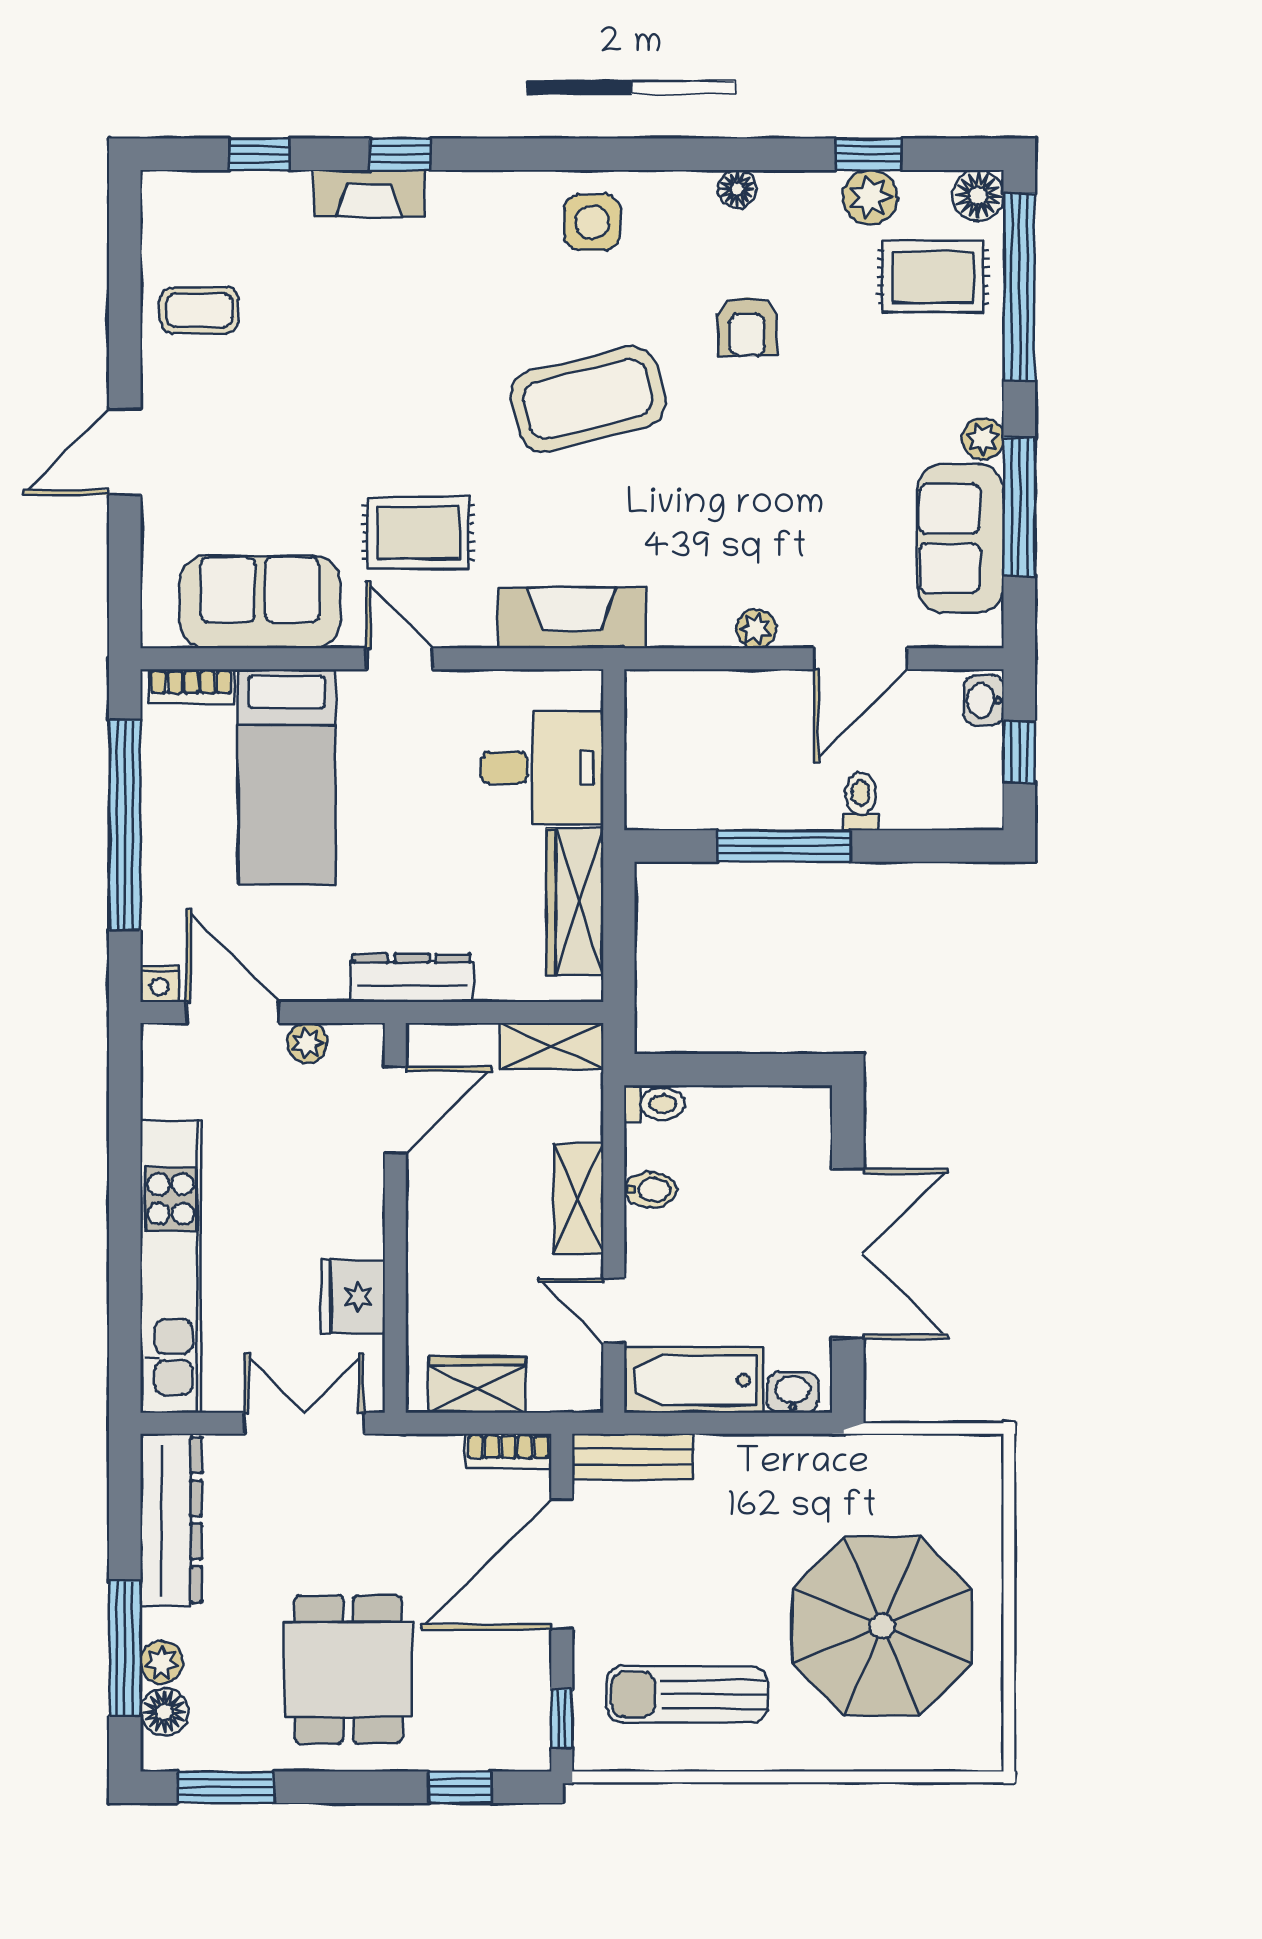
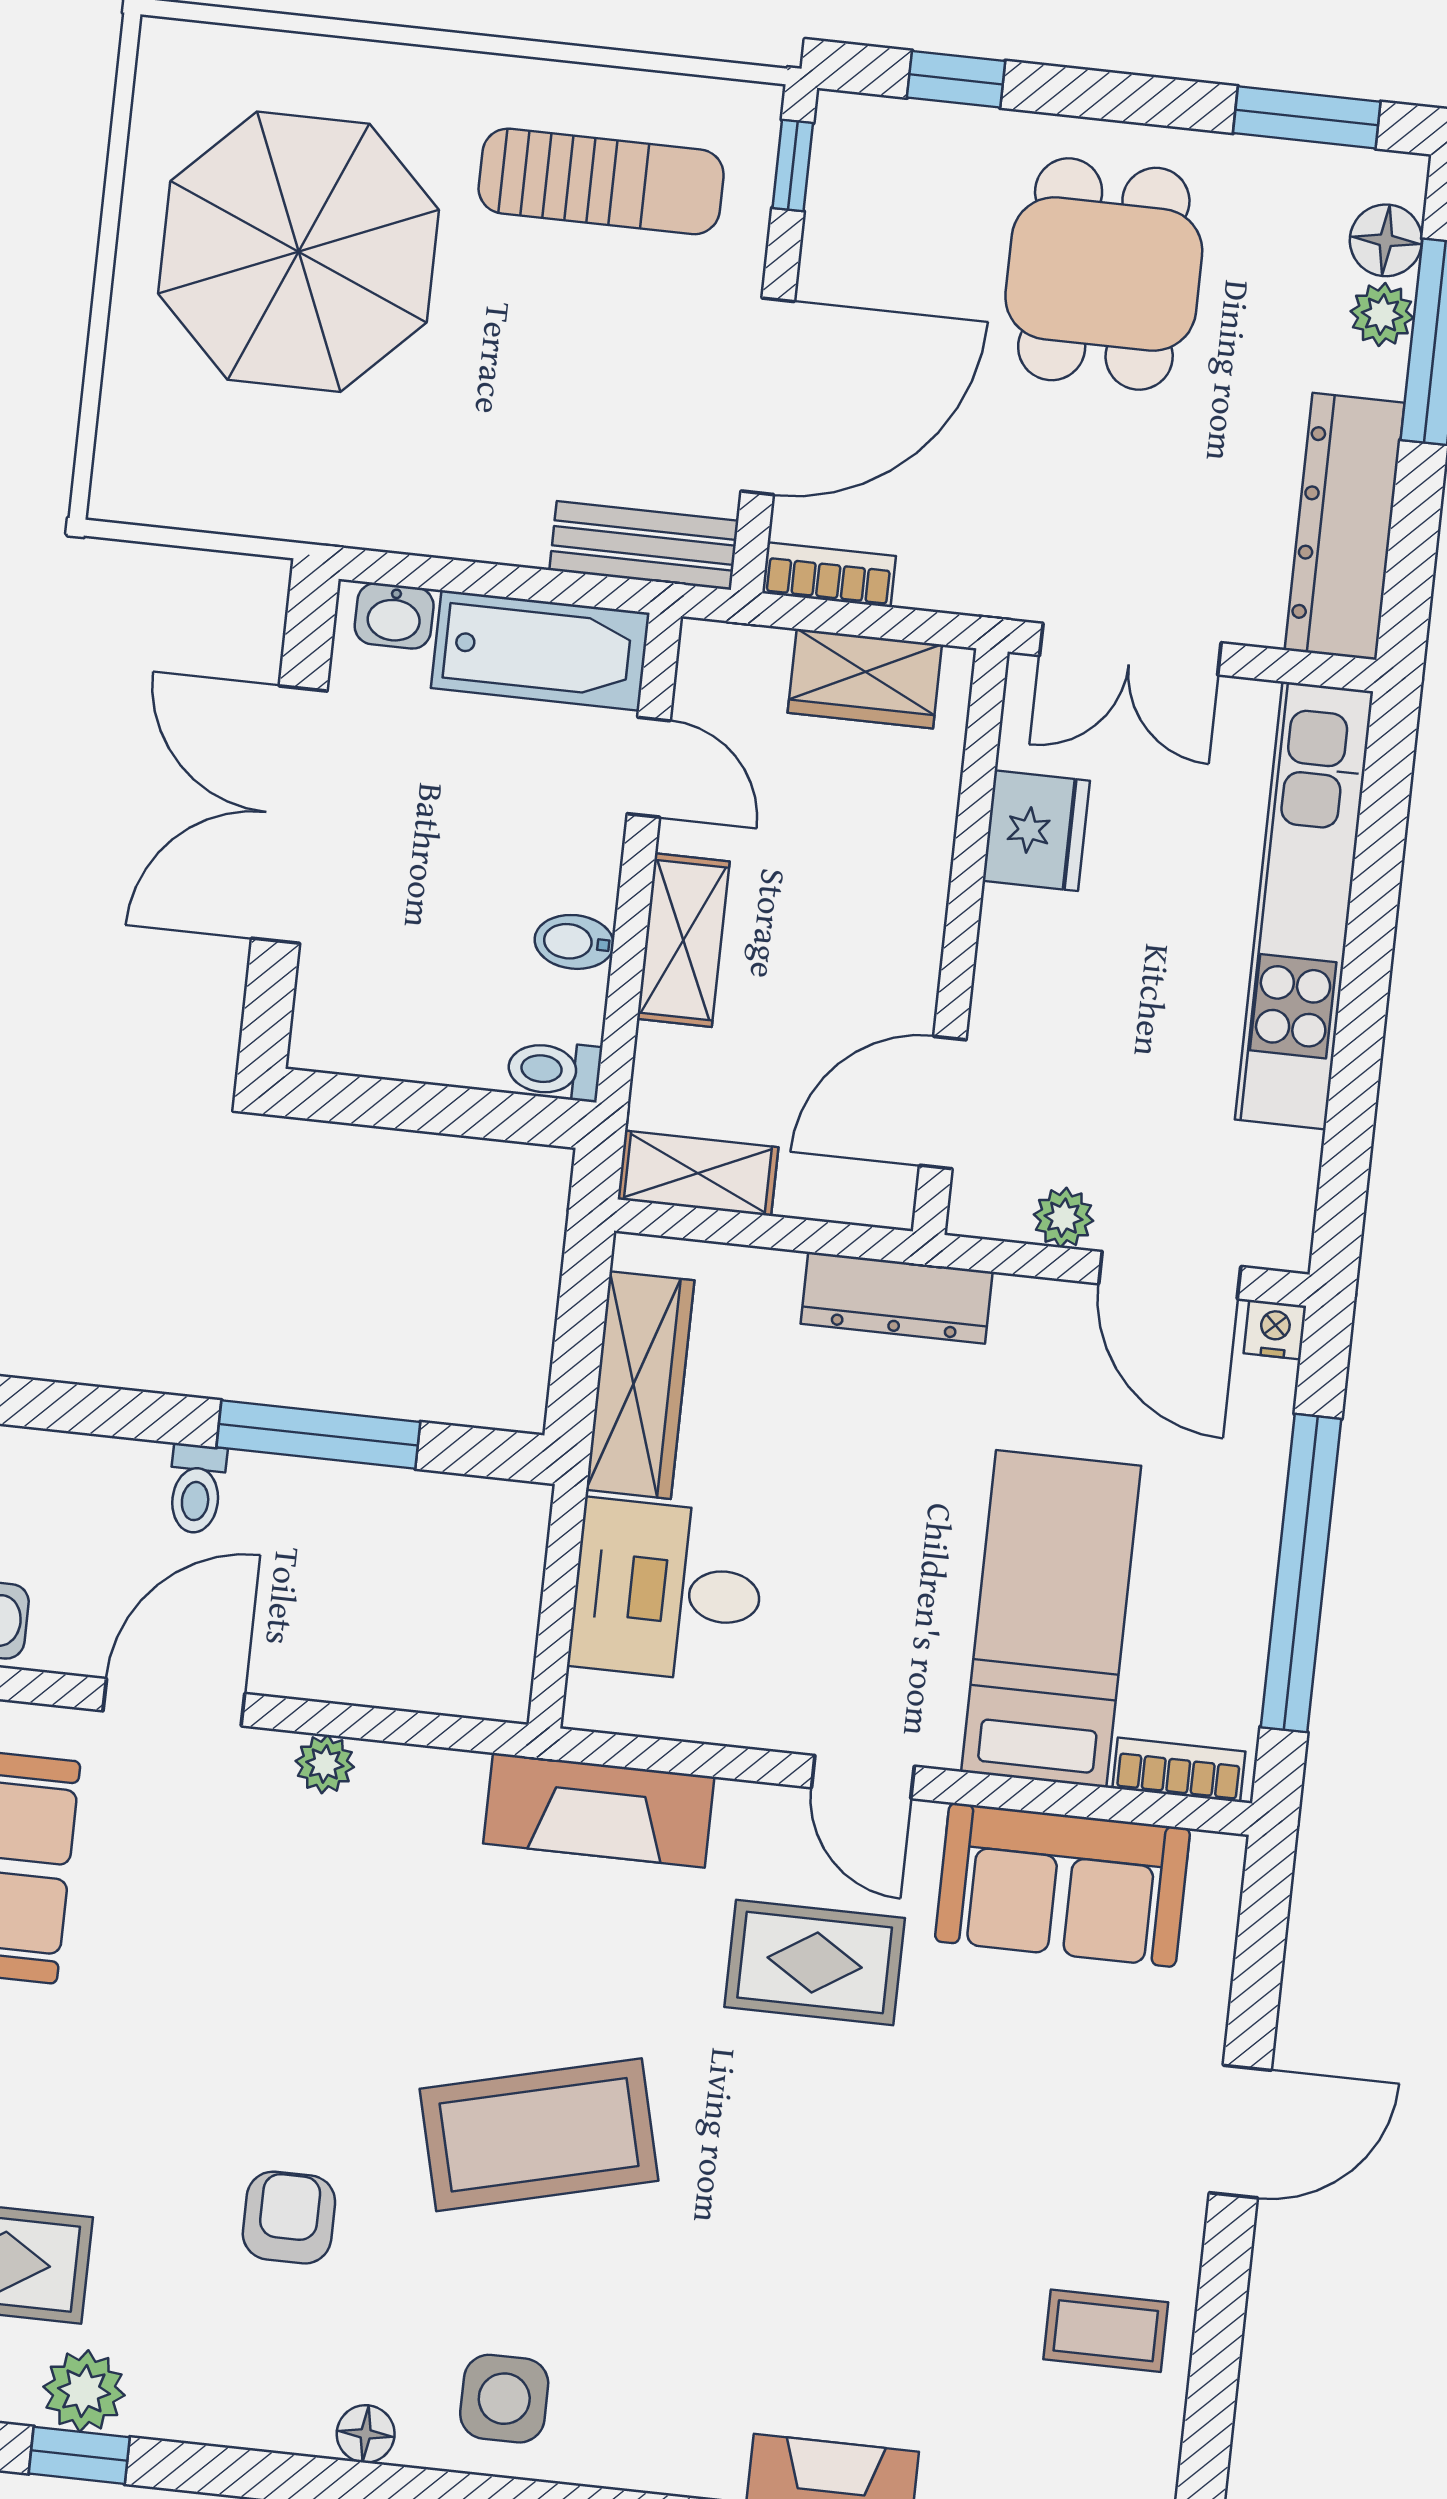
floor lamp: (737, 189) -> (366, 2434), moved

